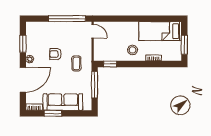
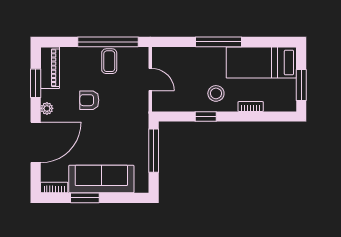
window: (134, 19) -> (219, 42), added
door: (93, 31) -> (150, 80), moved
piano: (32, 34) -> (50, 68), added
coffee table: (76, 63) -> (109, 61), moved
window: (110, 64) -> (206, 116), moved

